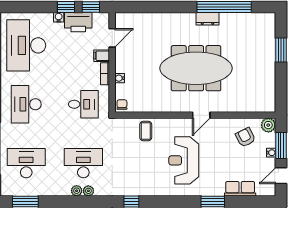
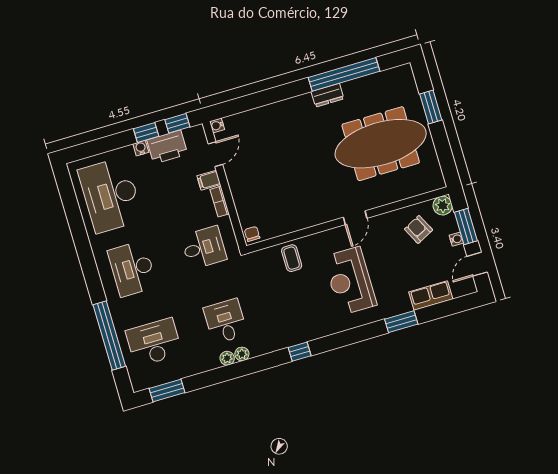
meeting table: (196, 68) -> (381, 144), moved
water cooler: (120, 78) -> (217, 125), moved
desk: (83, 163) -> (225, 321), width x0.73

